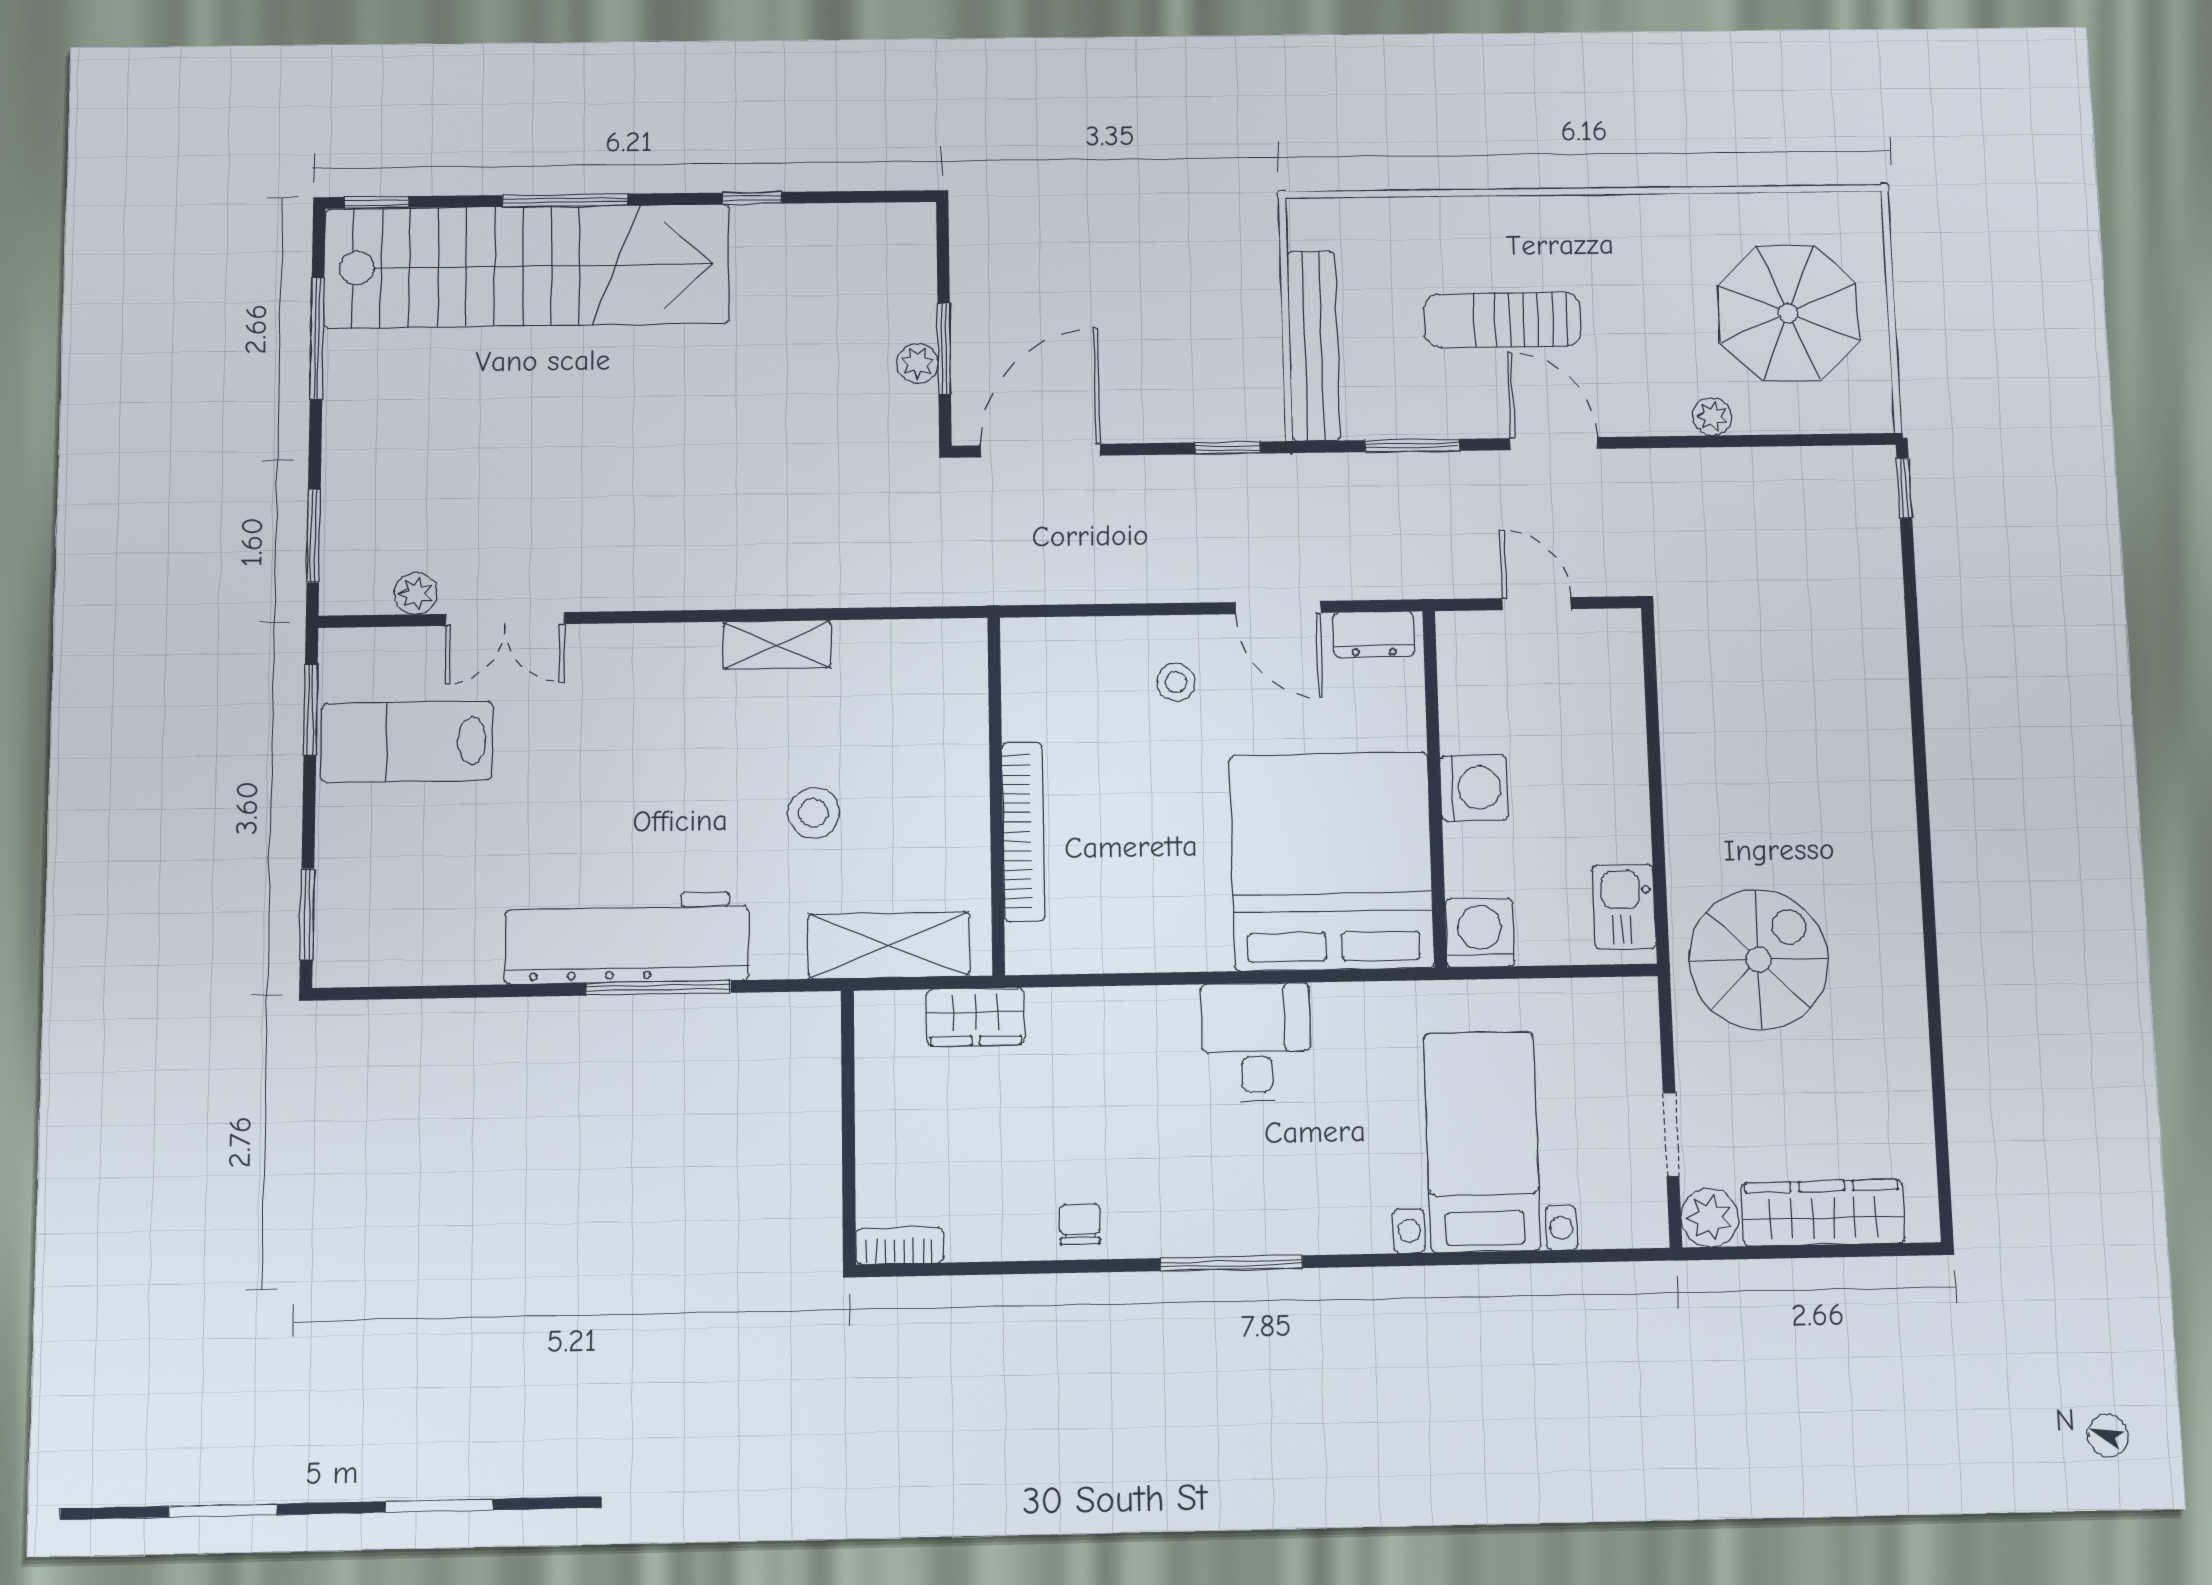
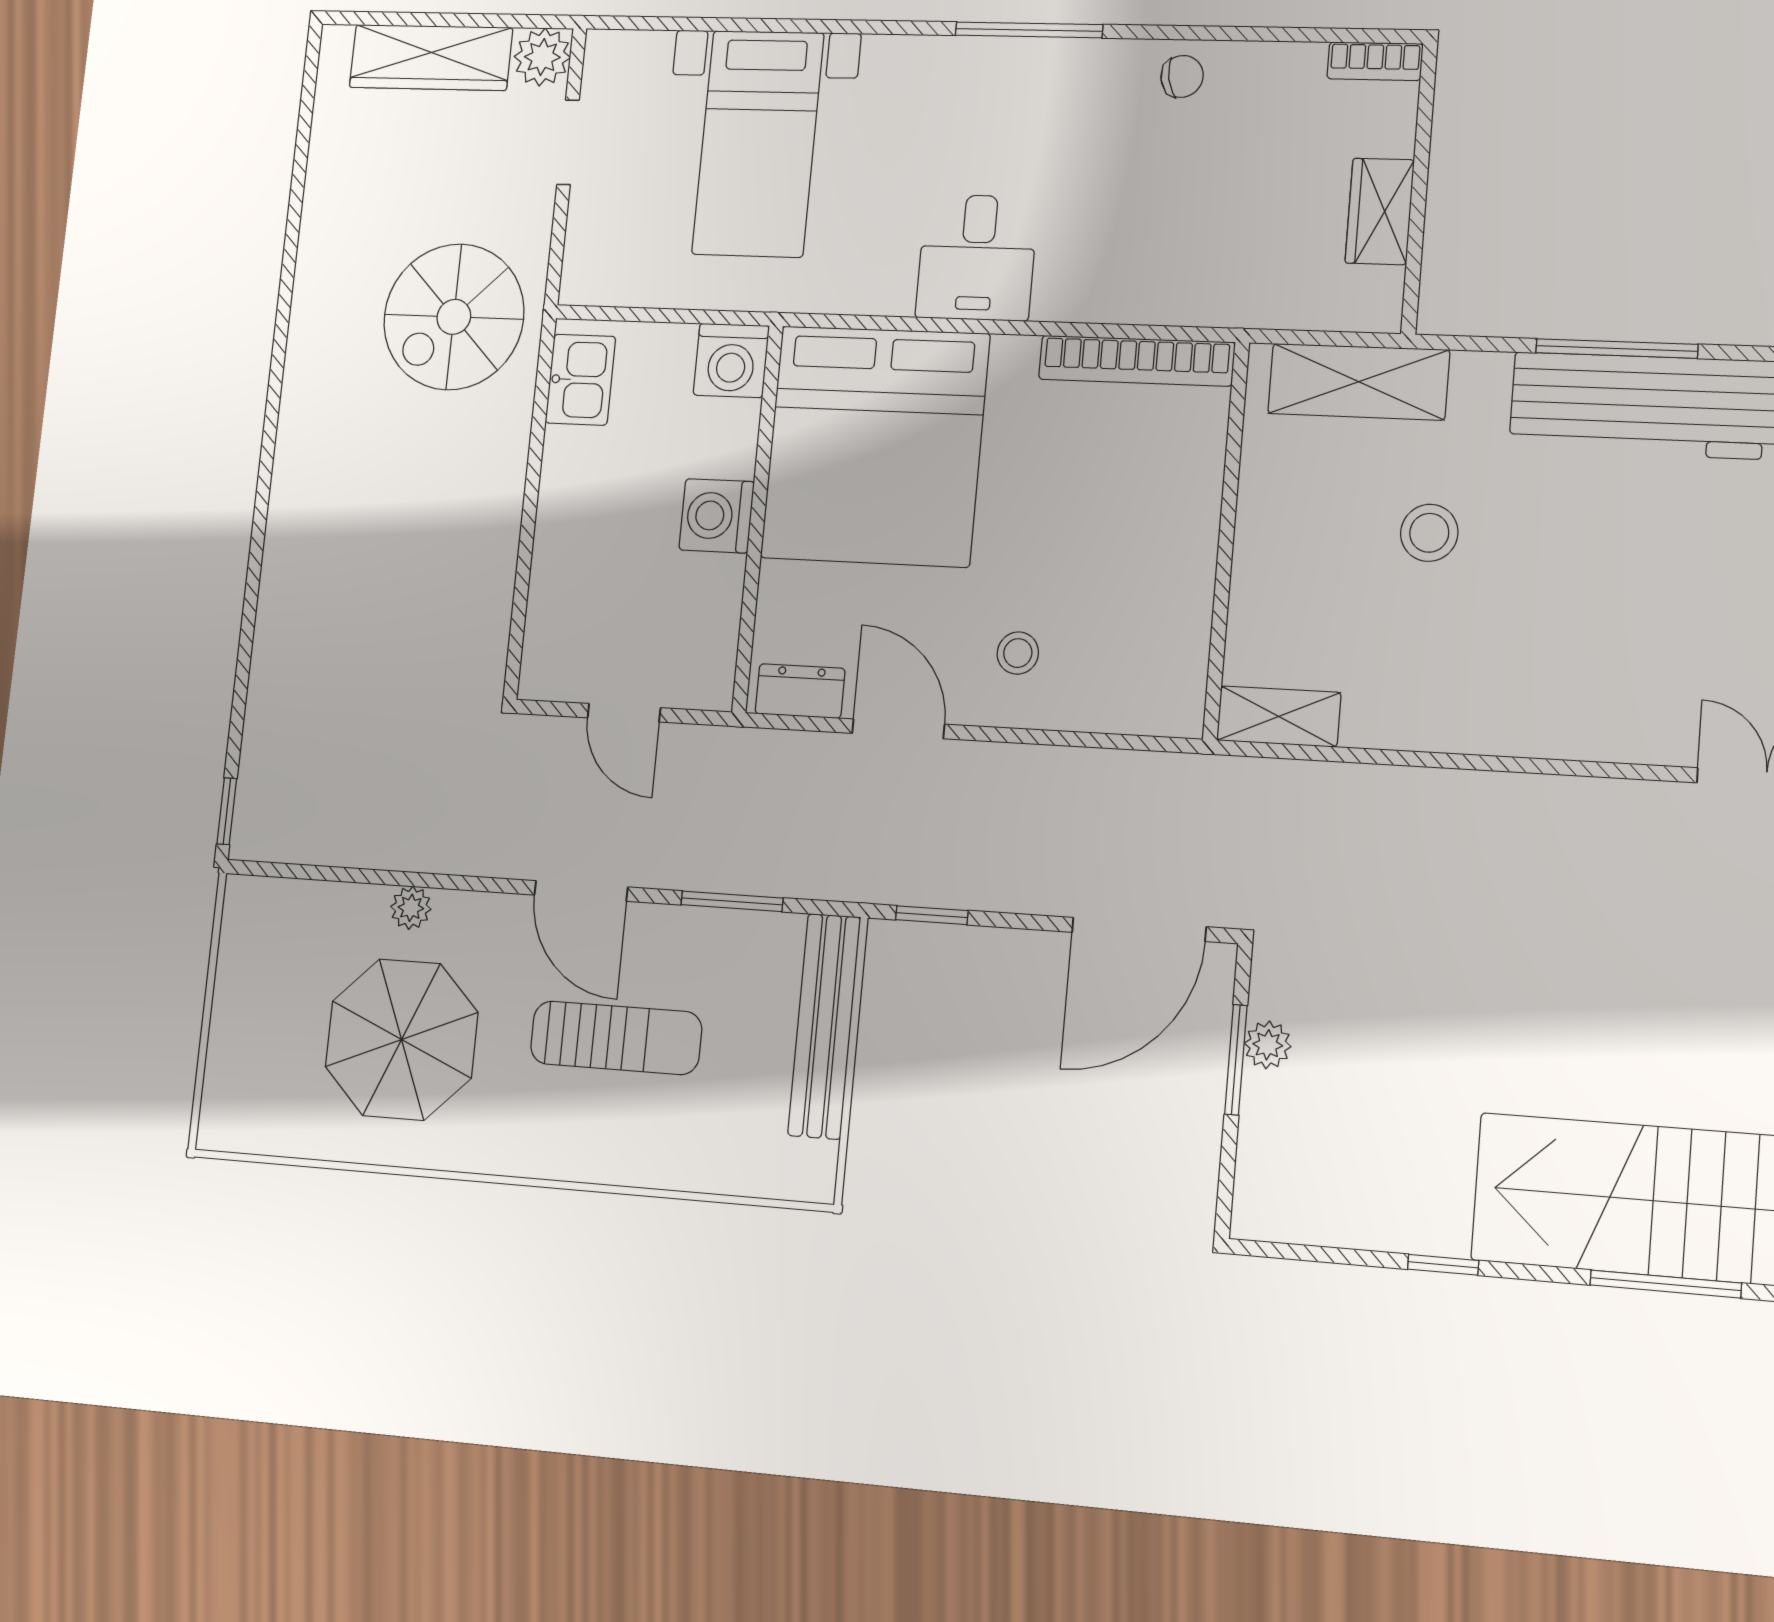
parasol: (1788, 313) -> (402, 1040), moved
shelving: (777, 645) -> (1279, 716), moved
bookcase: (1023, 832) -> (1137, 361), moved, turned -90
wardrobe: (975, 1017) -> (1380, 211), moved, turned -90
chair: (1080, 1224) -> (1182, 76), turned -101

